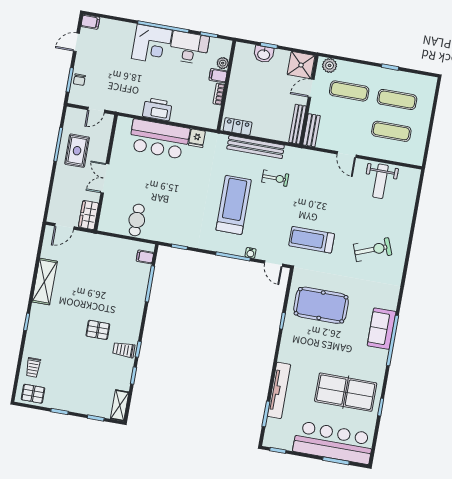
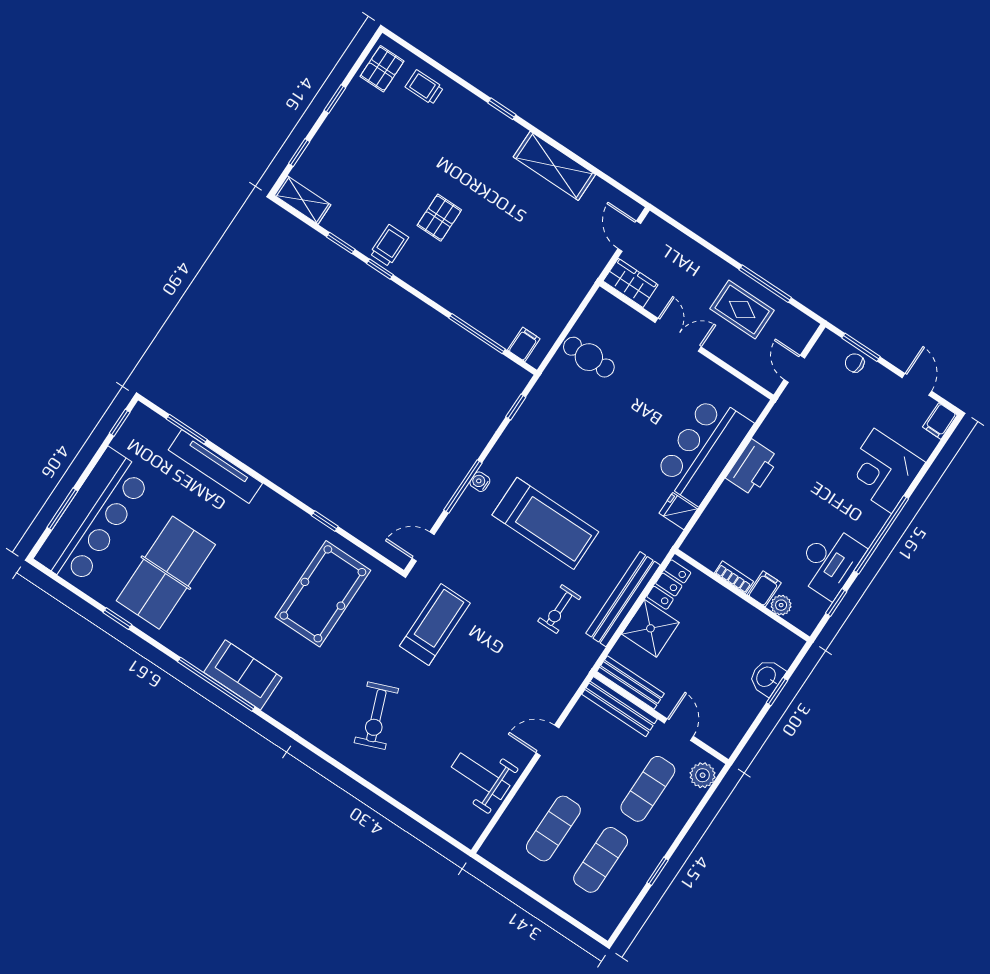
corner desk: (152, 44) -> (883, 471), moved
shower: (301, 65) -> (650, 628), moved
bench: (312, 130) -> (619, 707), width x1.36
water cooler: (251, 253) -> (480, 482), moved

